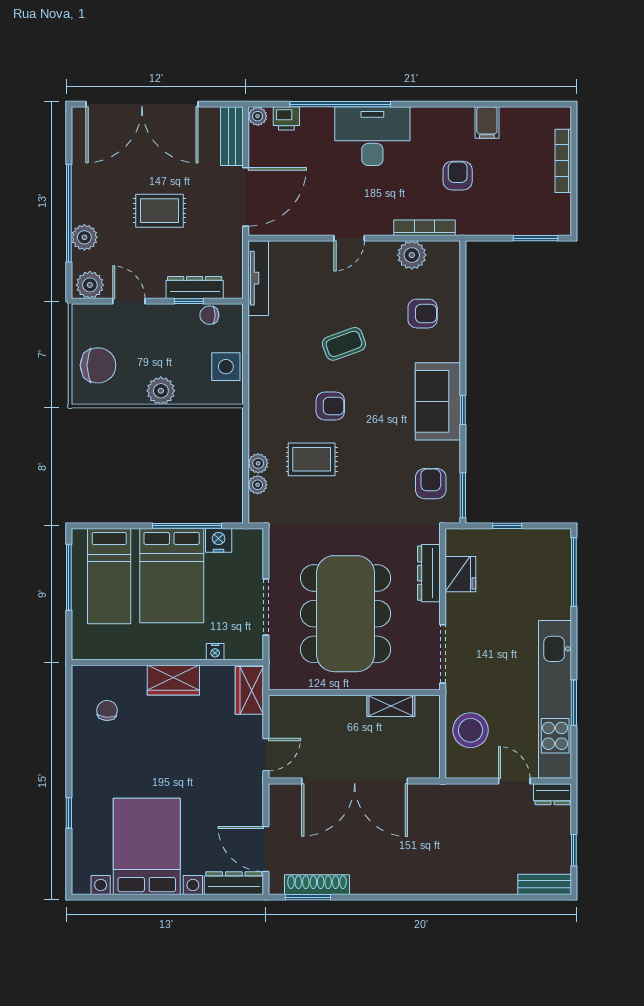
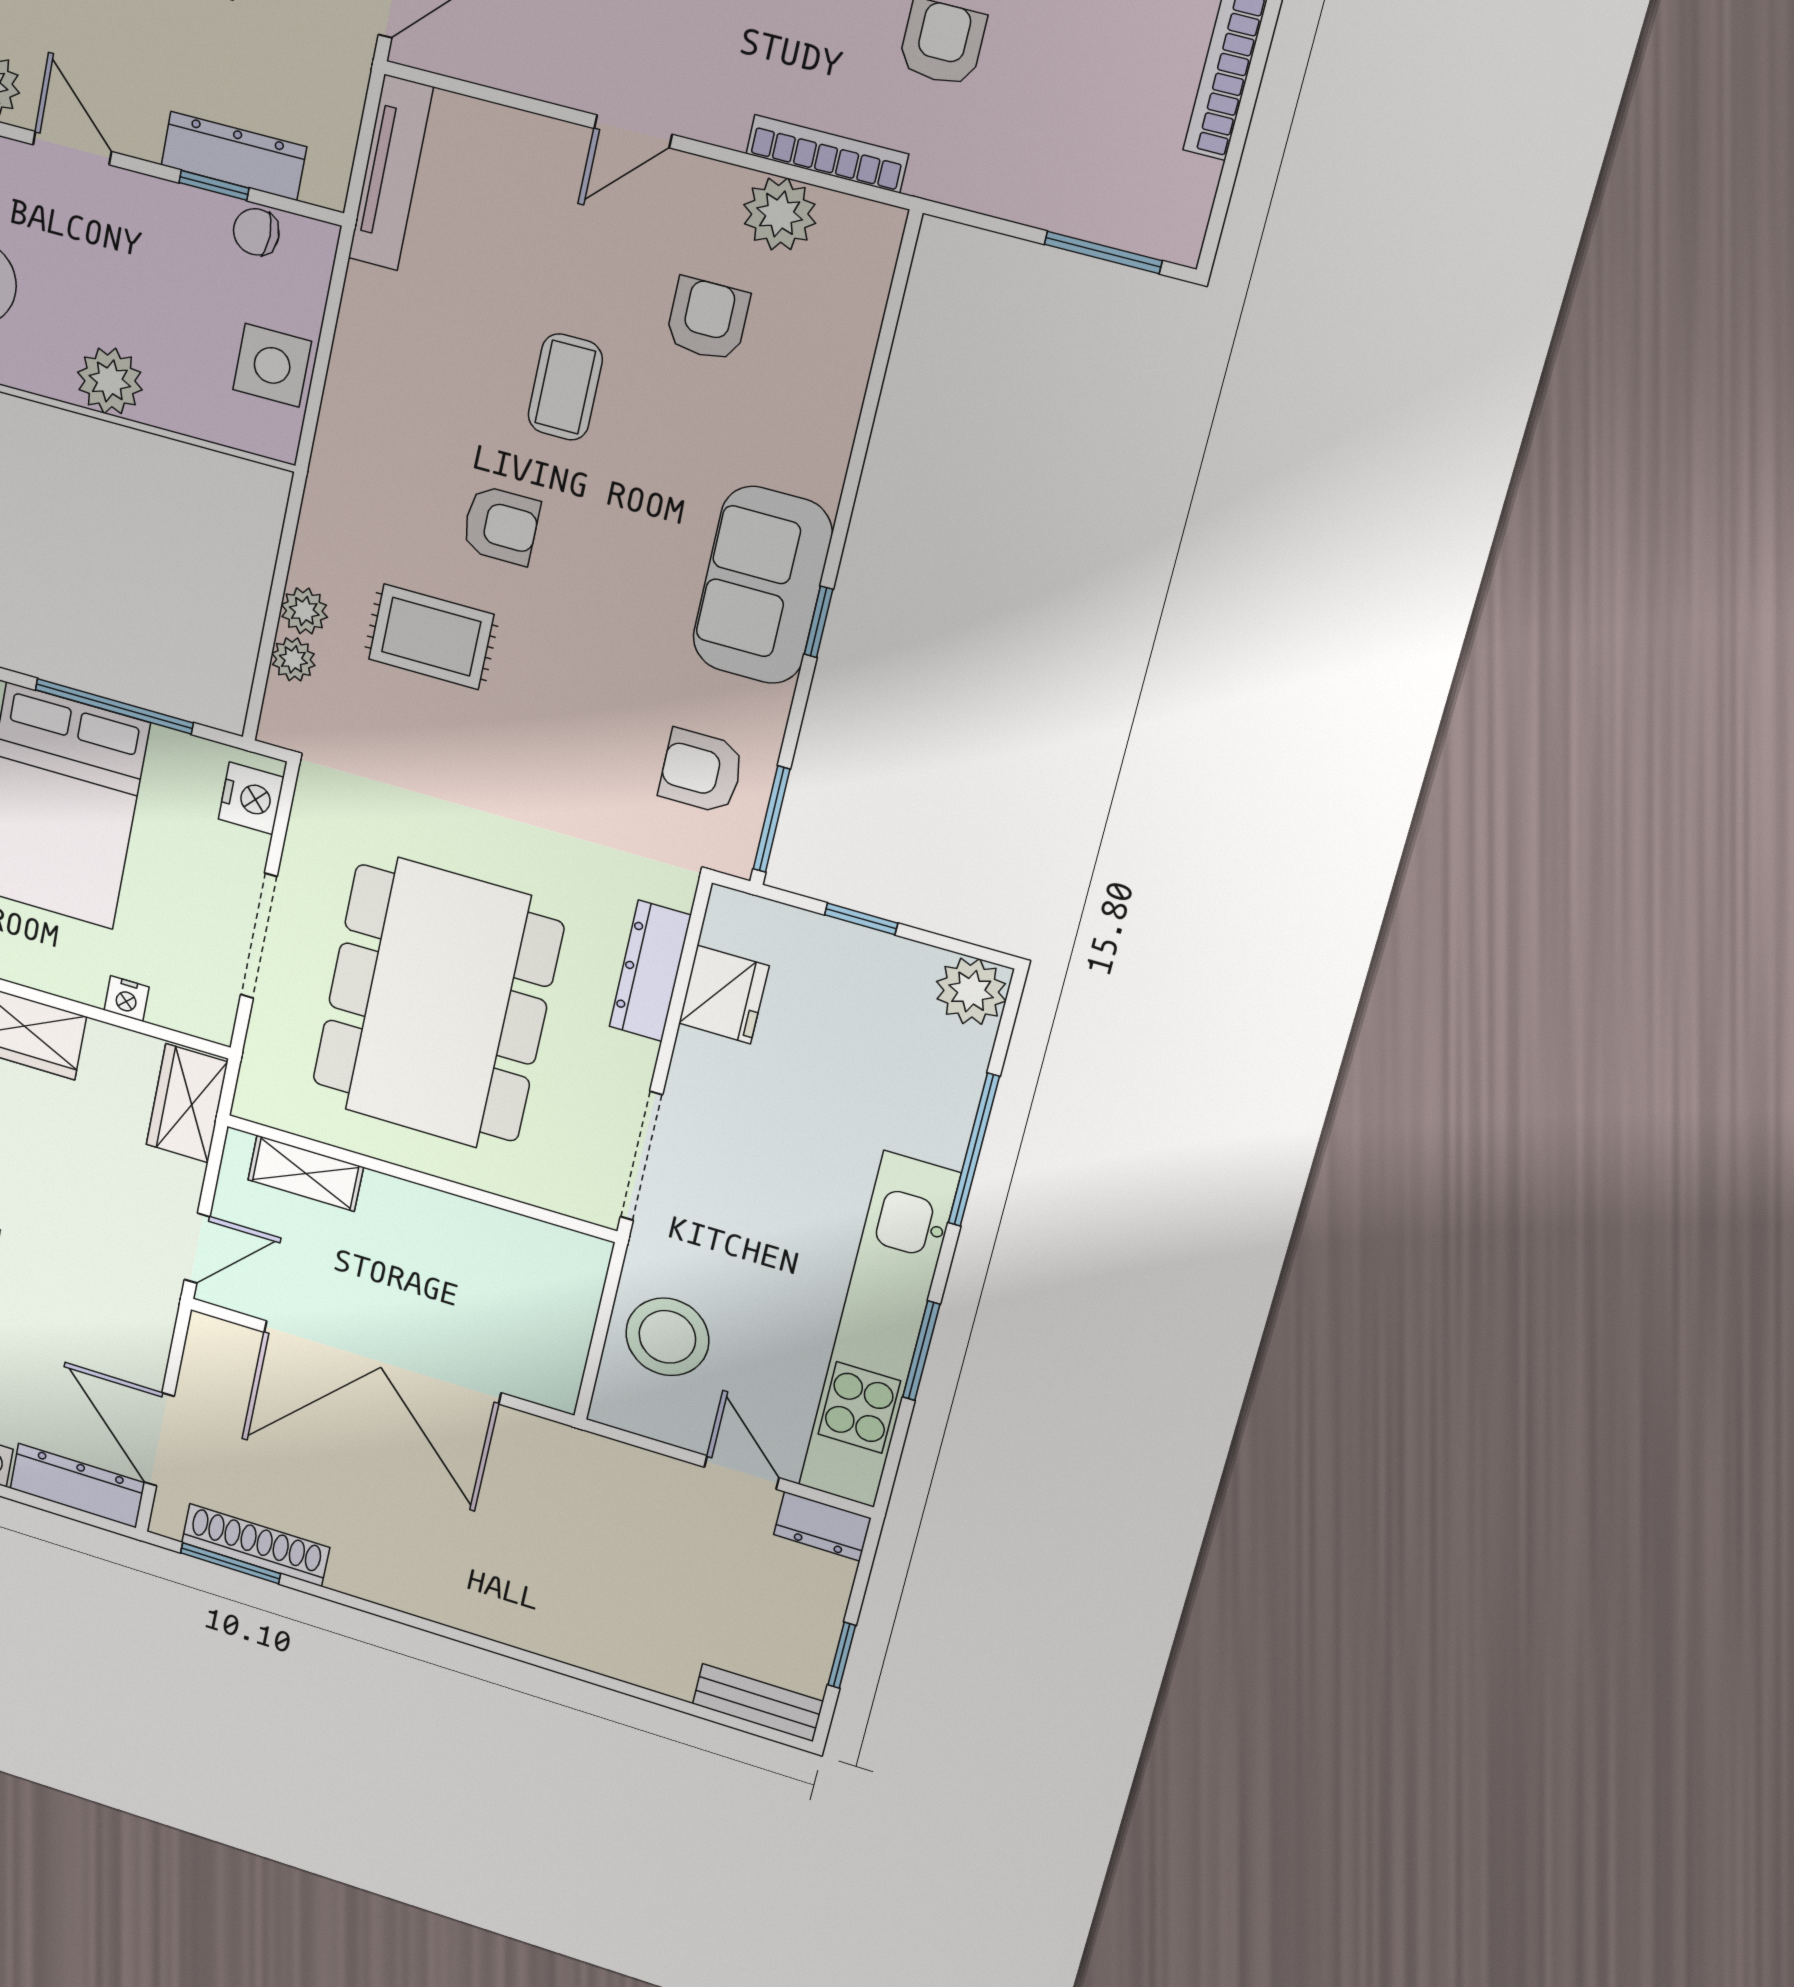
armchair: (423, 314) -> (708, 319), moved, turned -90
coffee table: (344, 344) -> (565, 387), turned -70
armchair: (431, 484) -> (701, 771), turned -90
nightstand: (219, 540) -> (251, 798), moved, turned 90
plant: (557, 543) -> (971, 991), added
window: (574, 572) -> (974, 1150), moved
shelving: (391, 706) -> (306, 1173), moved

